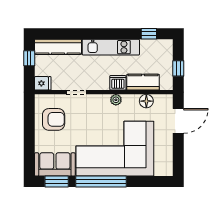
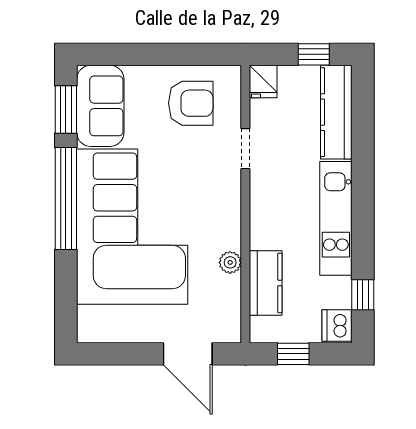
dishwasher: (118, 83) -> (337, 325), moved, turned 180
plant: (116, 100) -> (230, 262), moved
floor lamp: (146, 101) -> (228, 290), removed
armchair: (54, 119) -> (191, 103), turned -90

